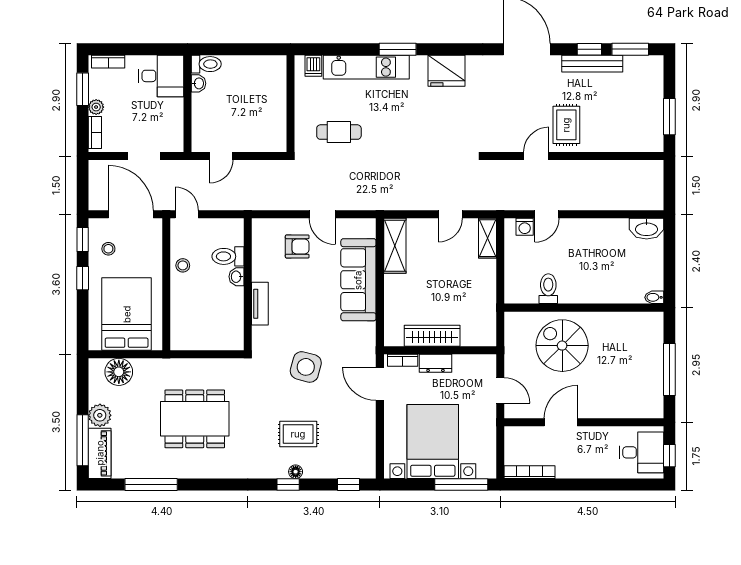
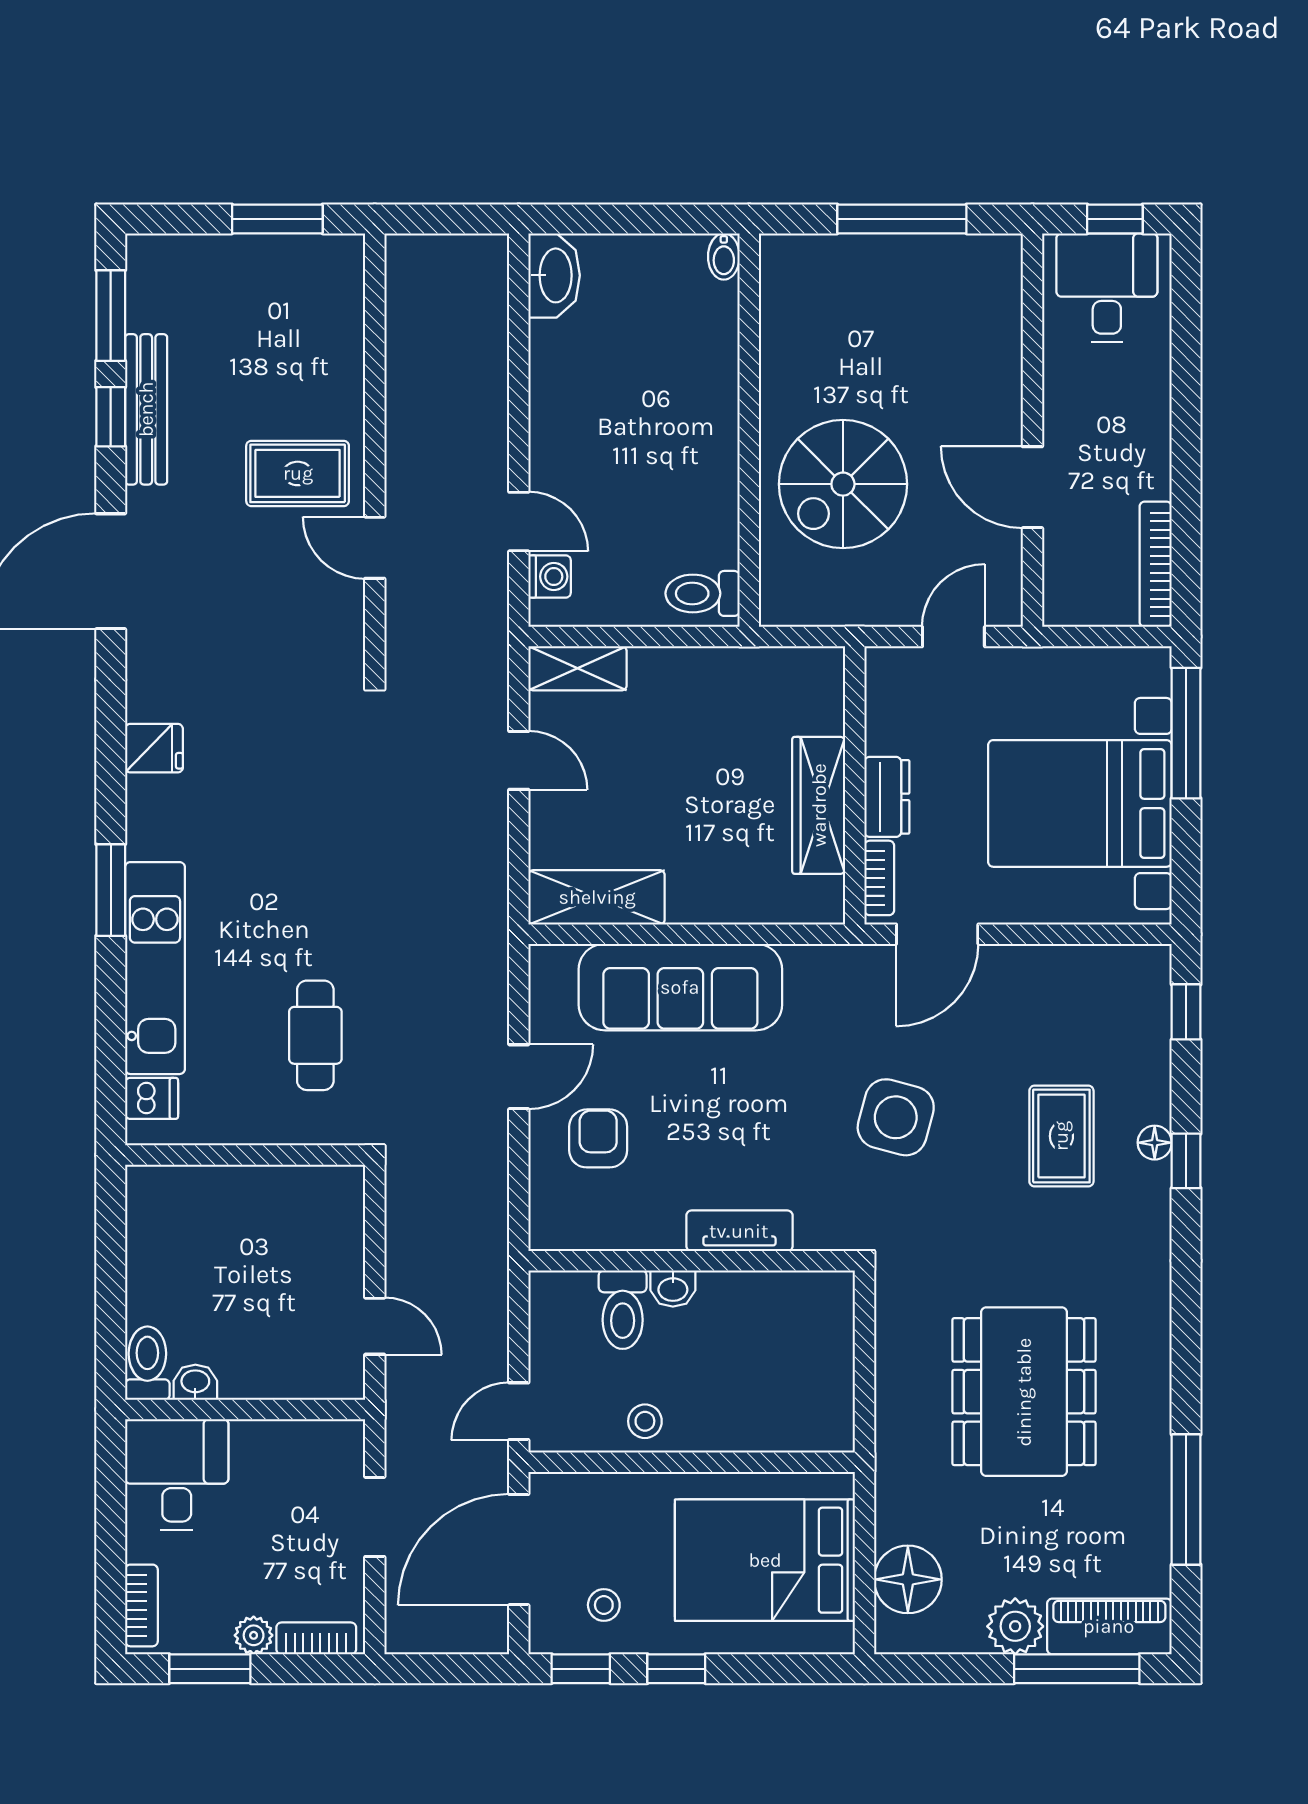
fridge: (447, 71) -> (154, 748), width x0.53, depth x0.75
toilet: (548, 289) -> (703, 593), moved

